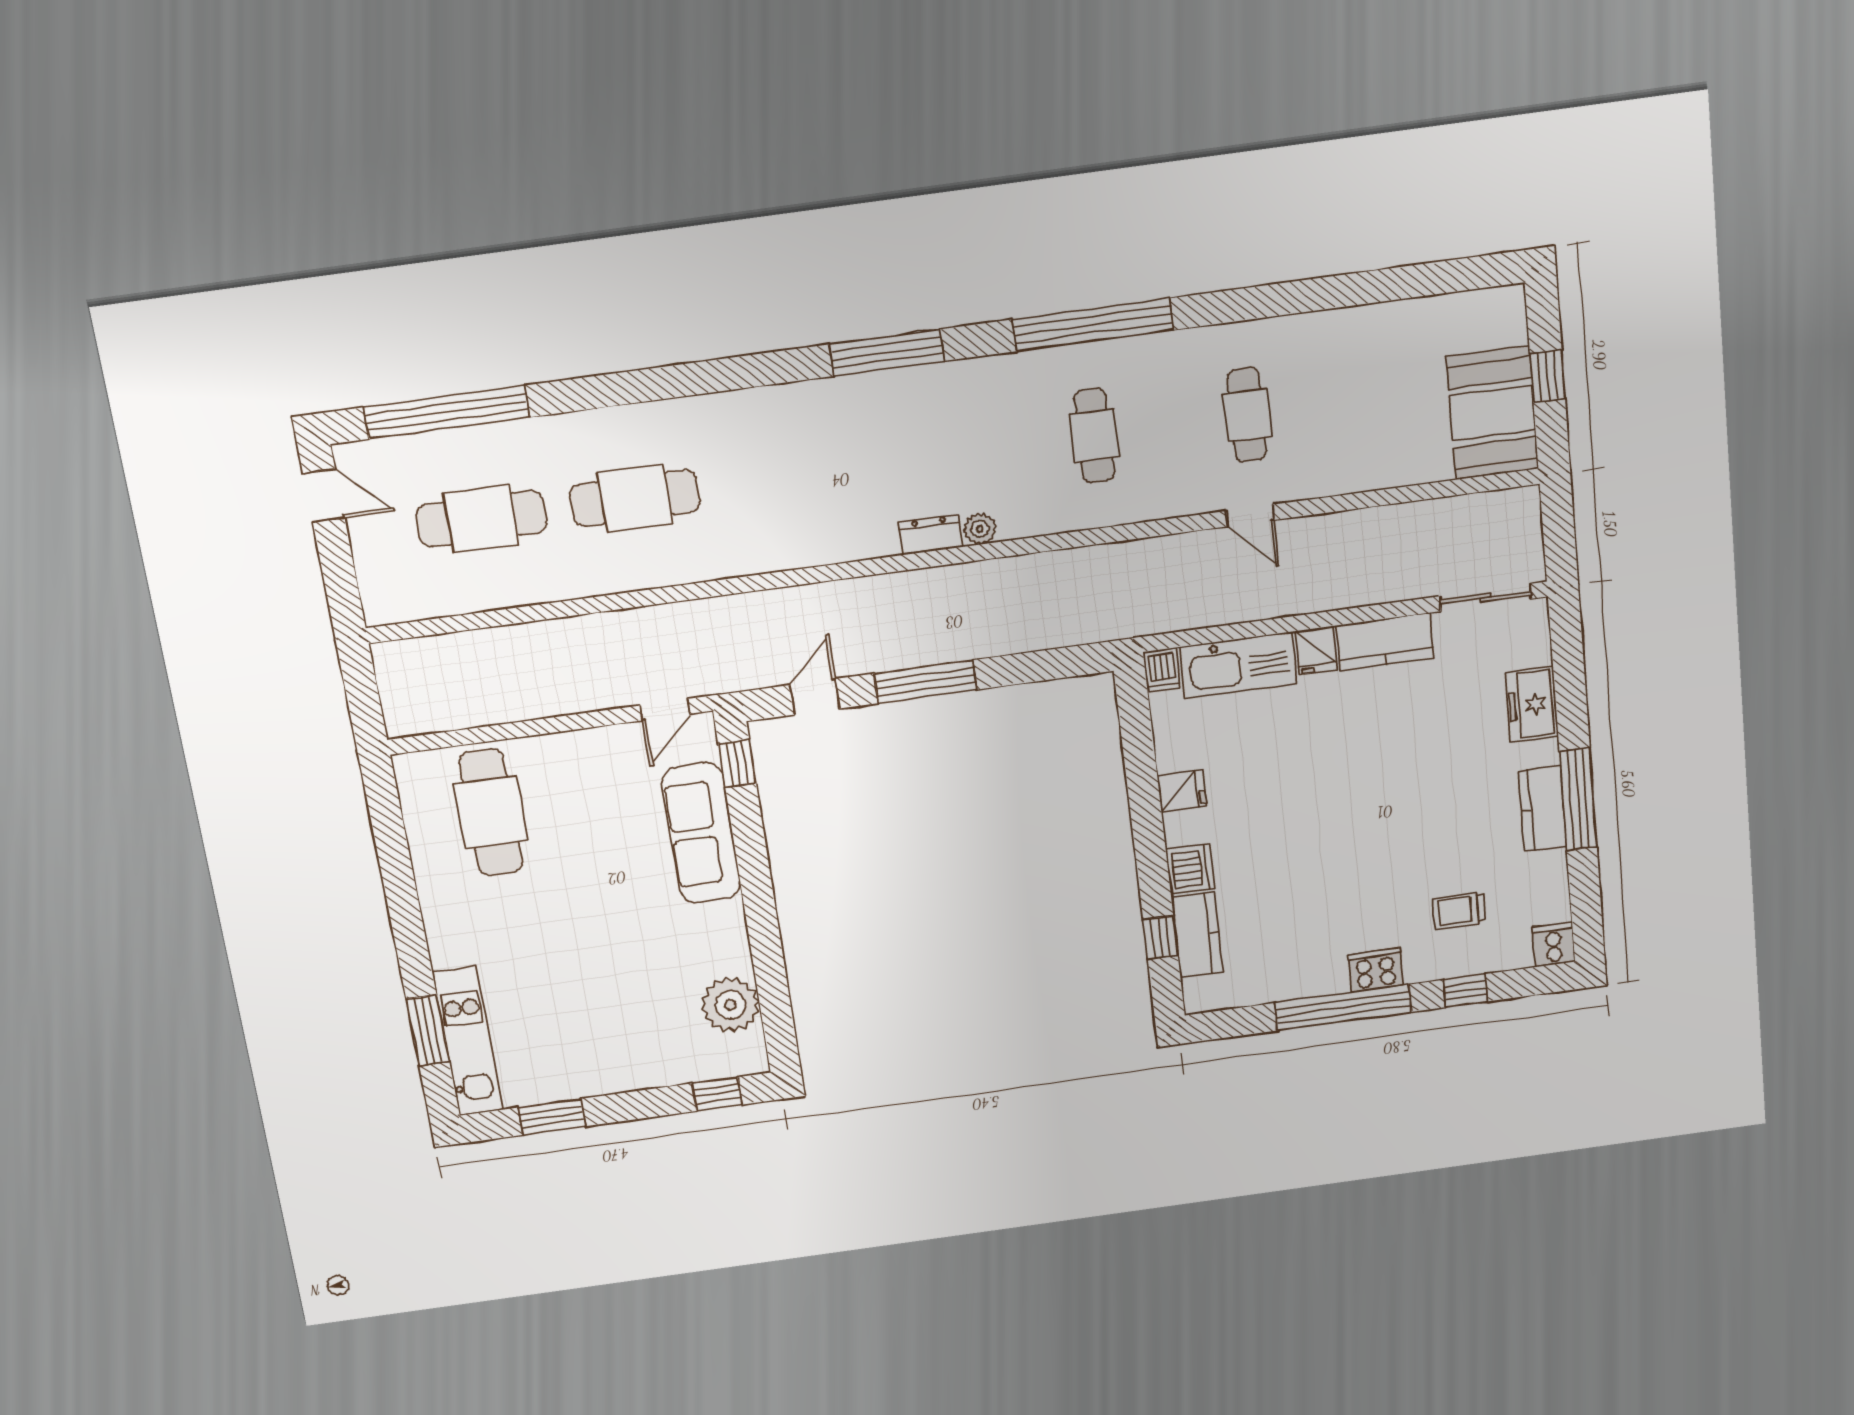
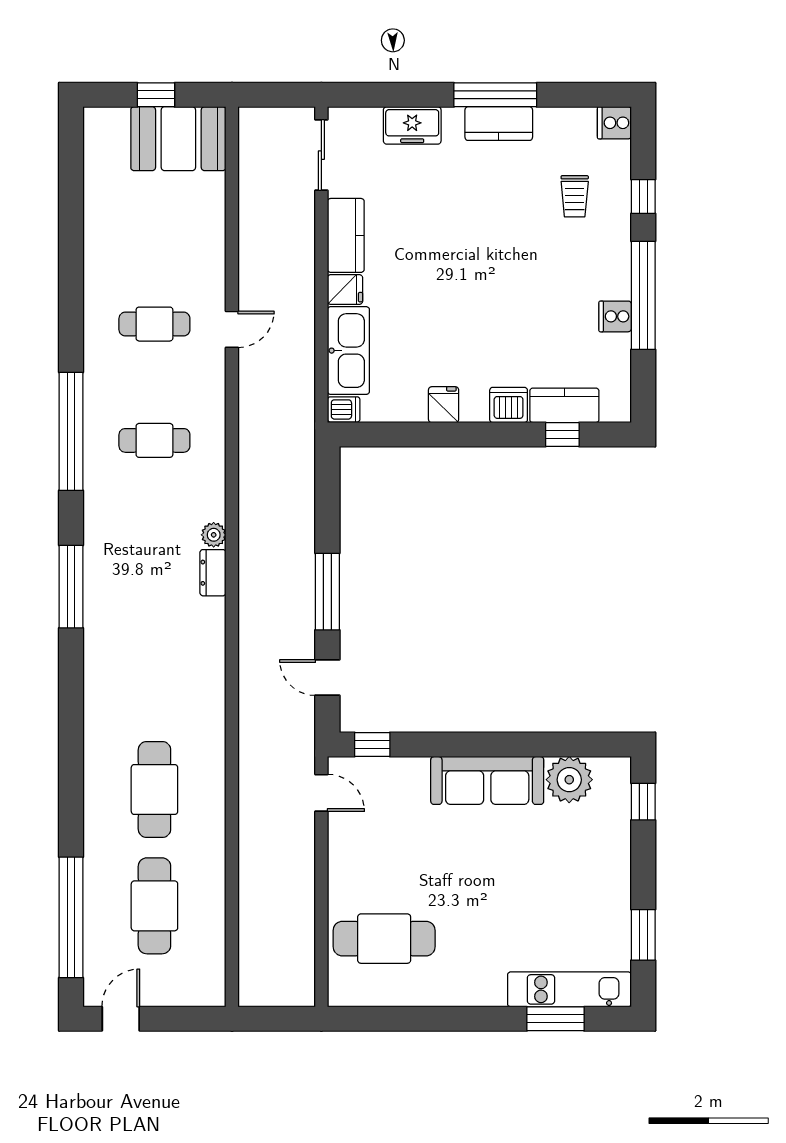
sofa: (701, 833) -> (487, 780), moved
cooker: (1376, 970) -> (615, 316), moved, width x0.73

